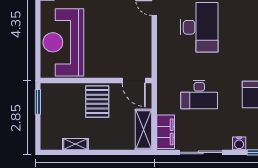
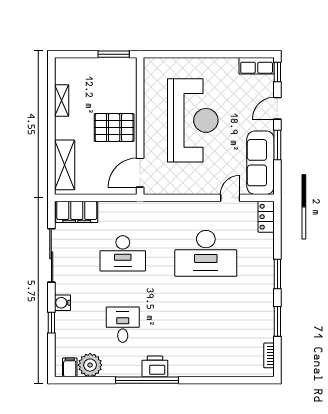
reception desk: (63, 42) -> (193, 120), moved, turned 90
desk: (199, 95) -> (123, 253), turned -90
shelving: (143, 129) -> (65, 165), moved, turned 90

